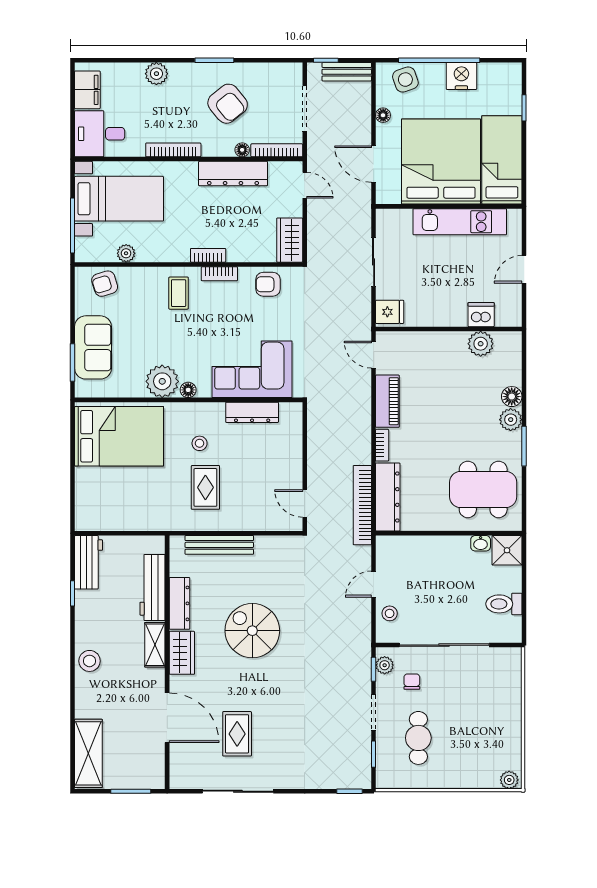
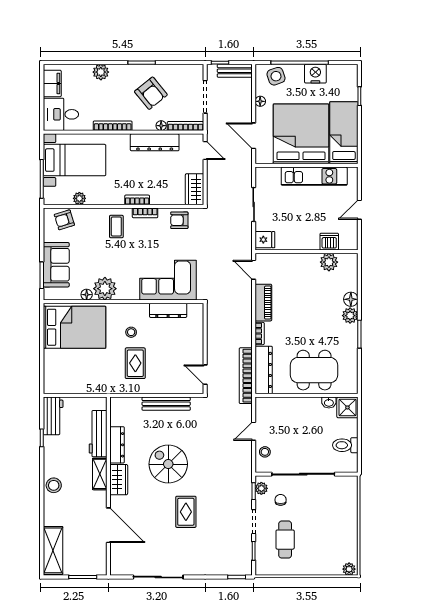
floor lamp: (188, 390) -> (87, 295), moved
dining table: (483, 489) -> (314, 370), moved
bench: (219, 545) -> (166, 404), moved
rug: (237, 734) -> (186, 512), moved

